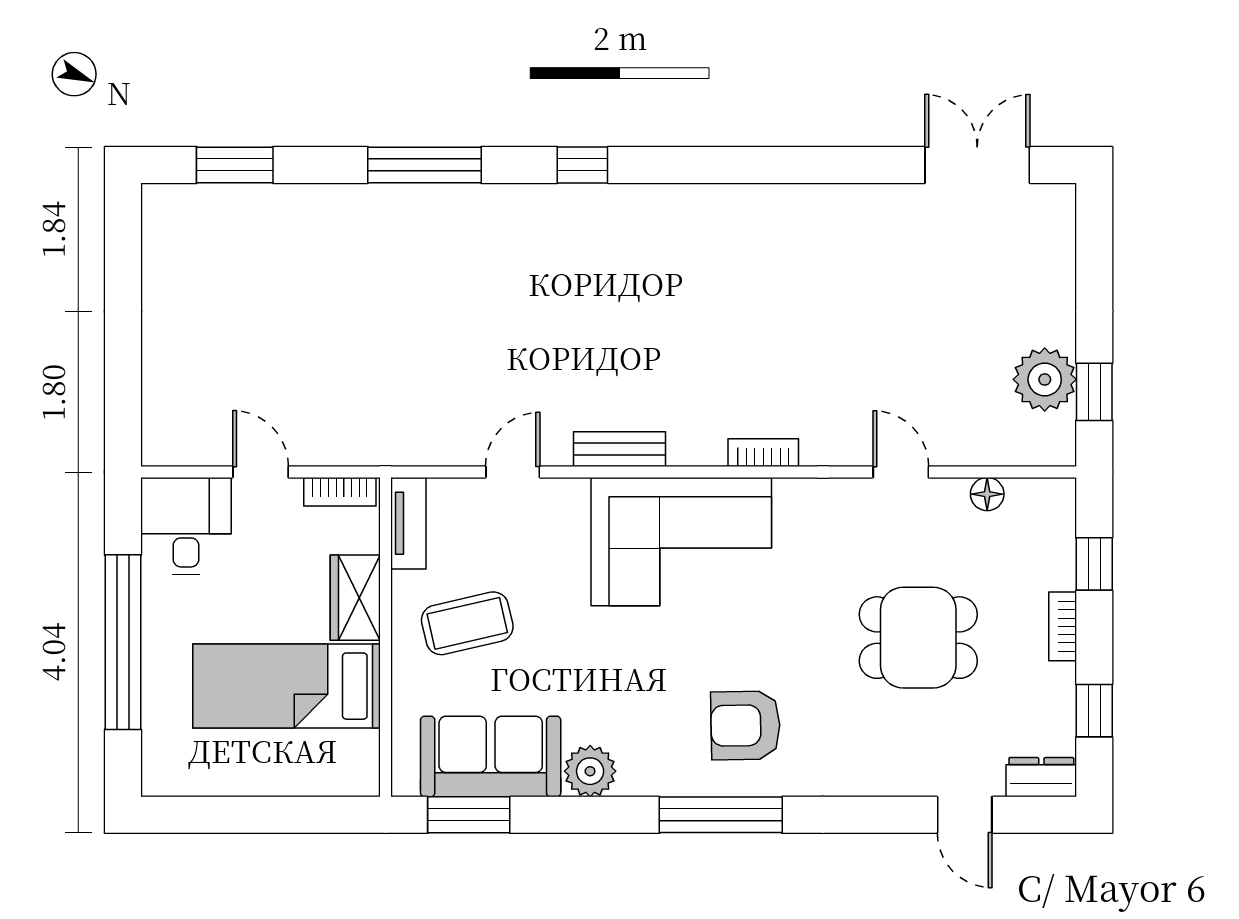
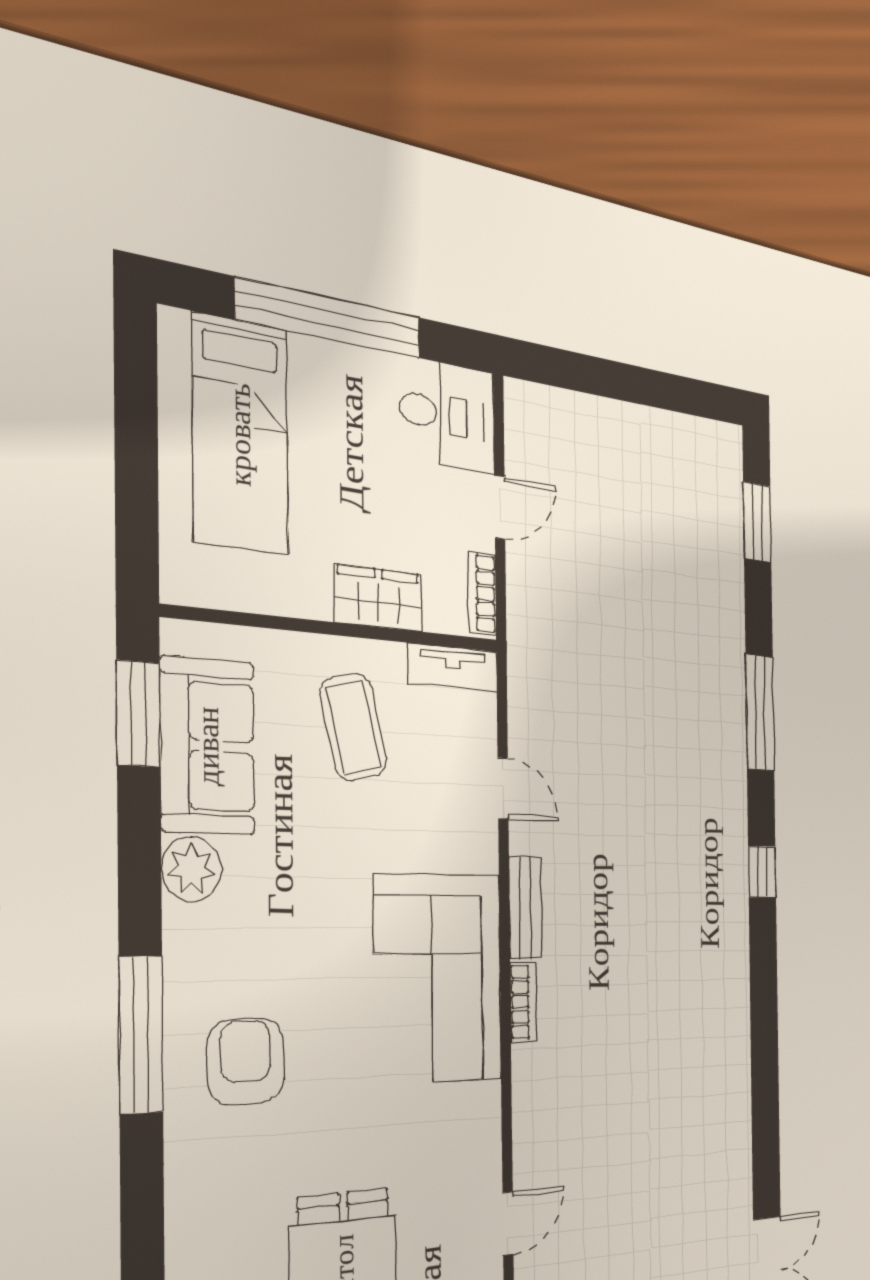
bookcase: (763, 453) -> (523, 1002), moved
bed: (287, 686) -> (240, 434), moved, turned 180

